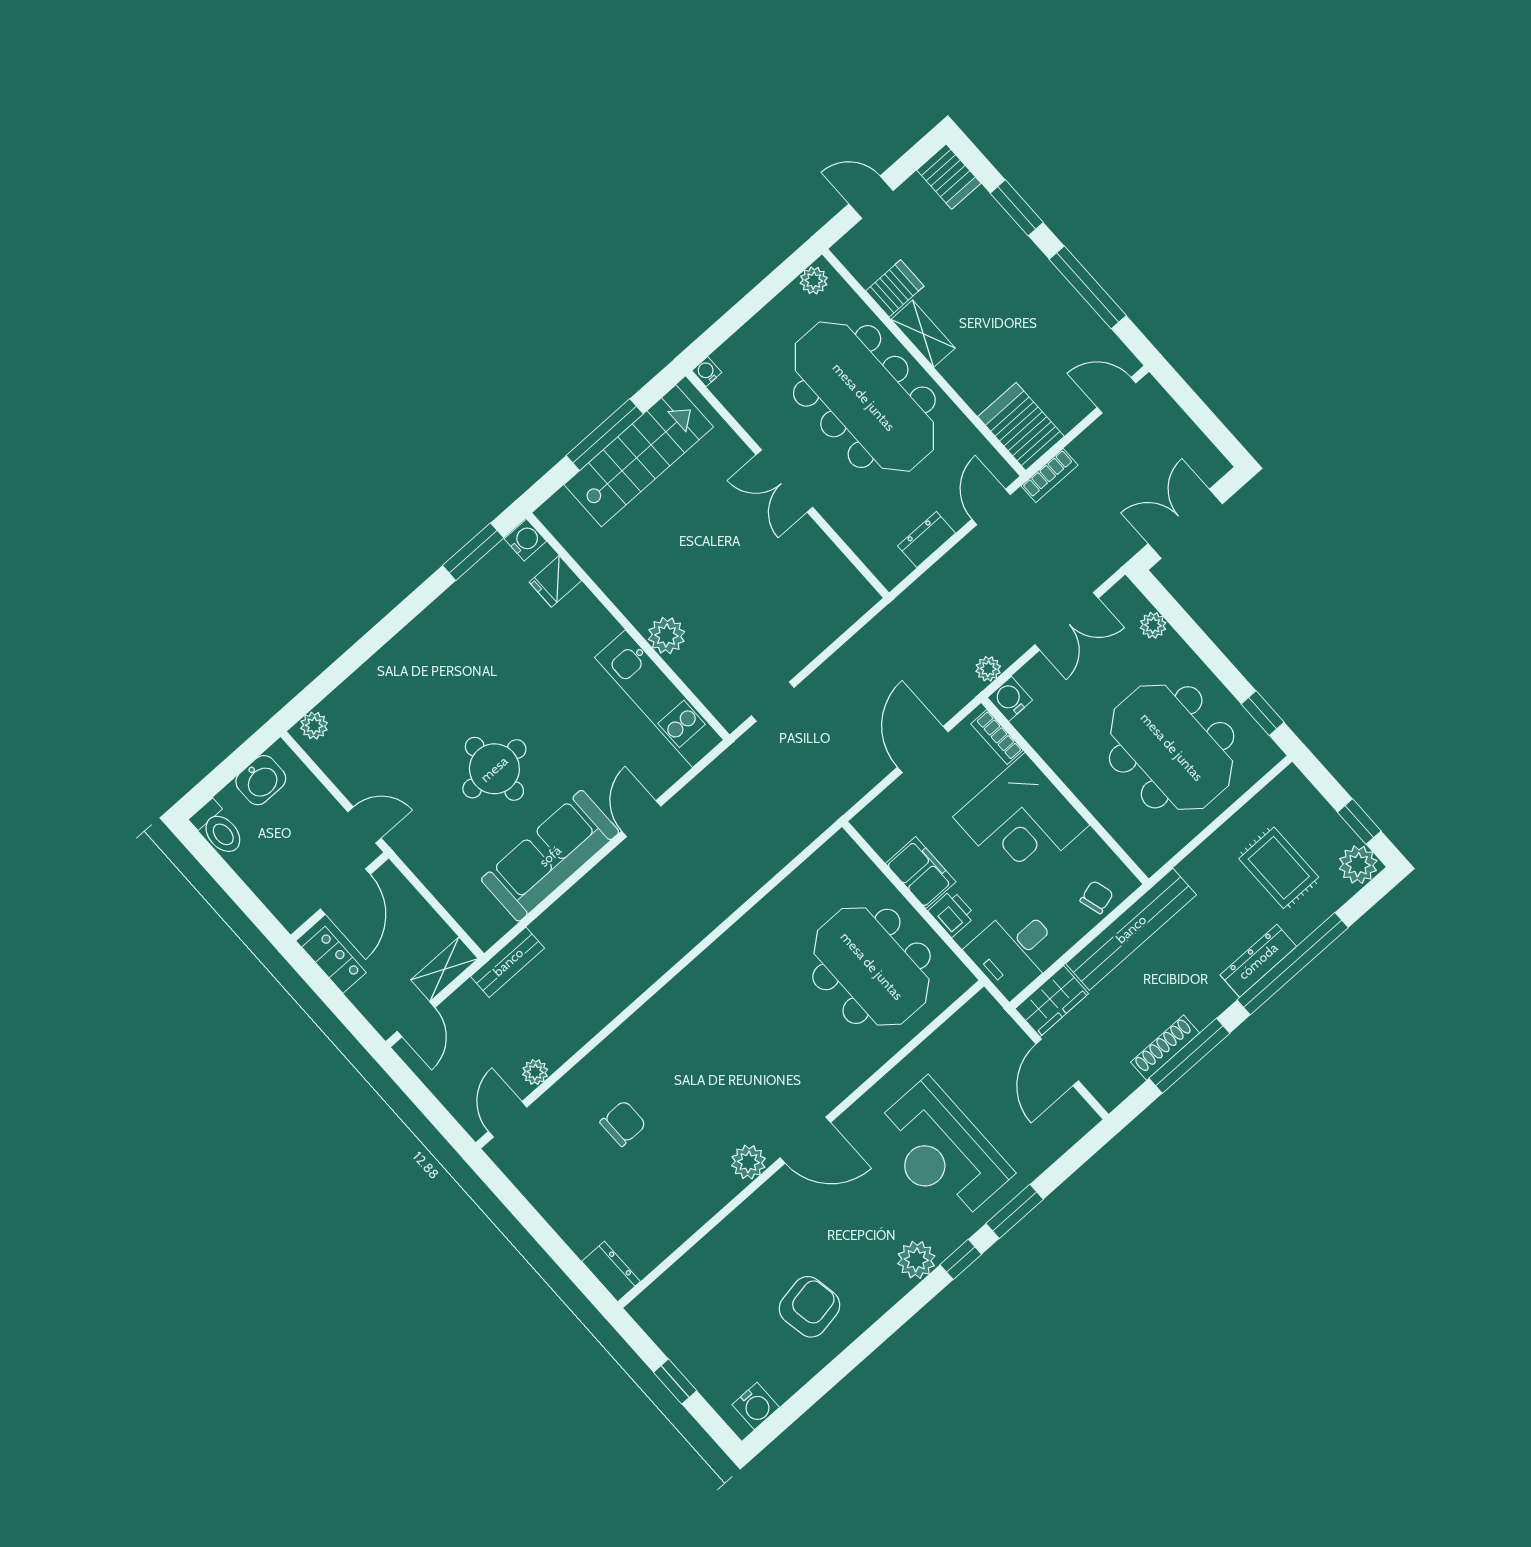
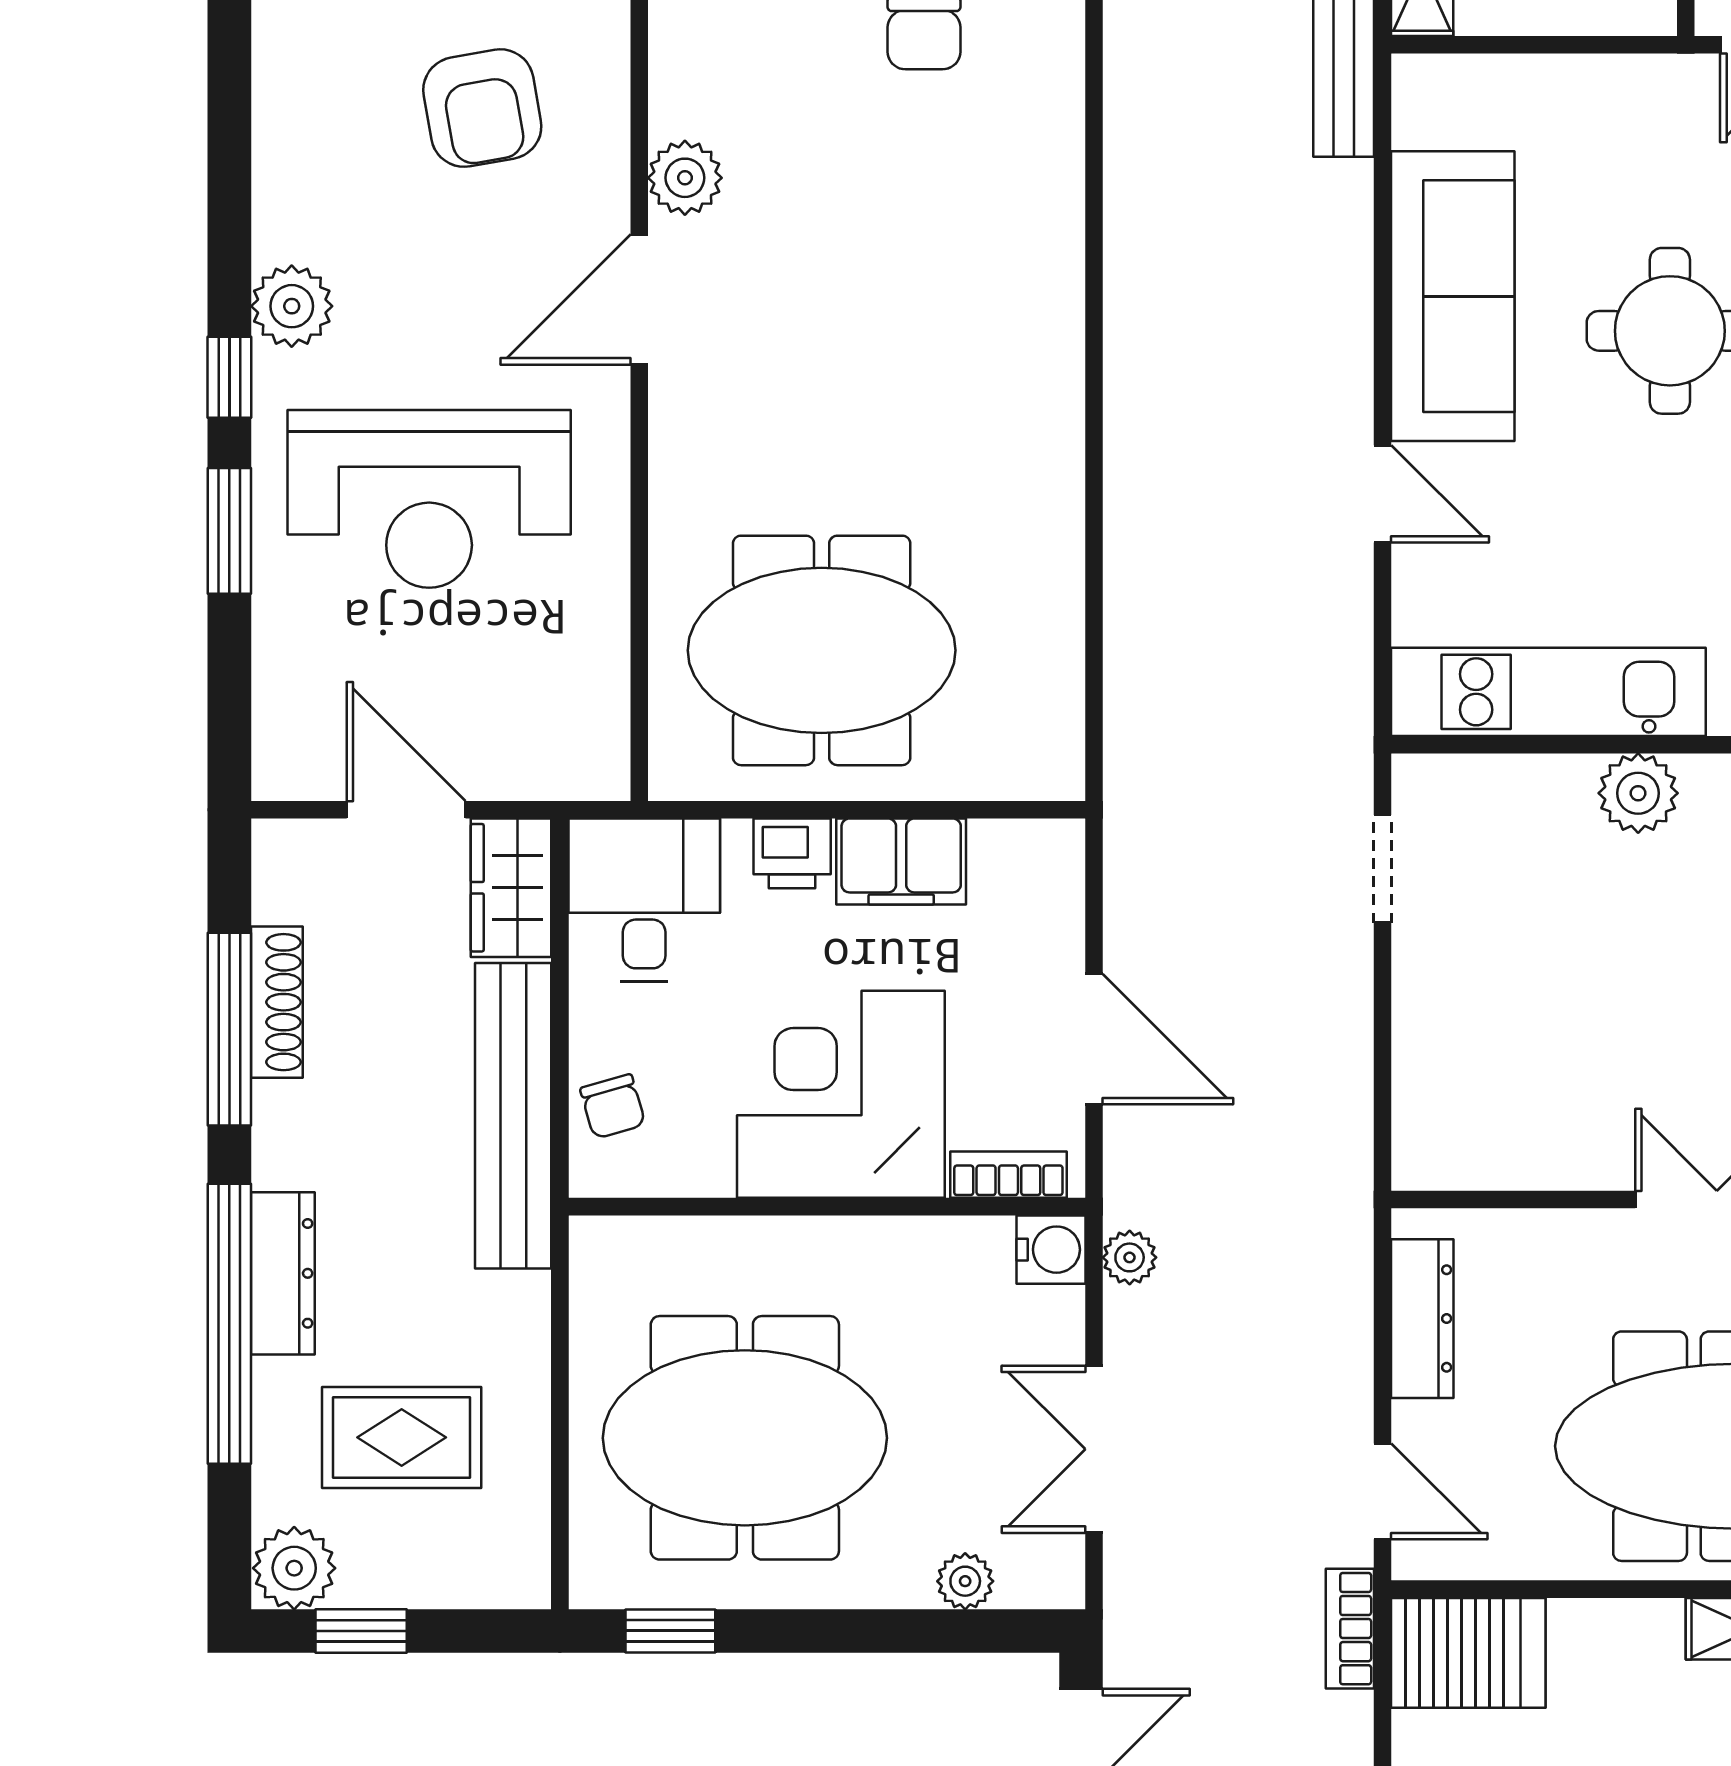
dresser: (927, 539) -> (1422, 1319), width x1.44
reception desk: (941, 1151) -> (429, 499), turned 180
armchair: (809, 1307) -> (482, 108), moved

